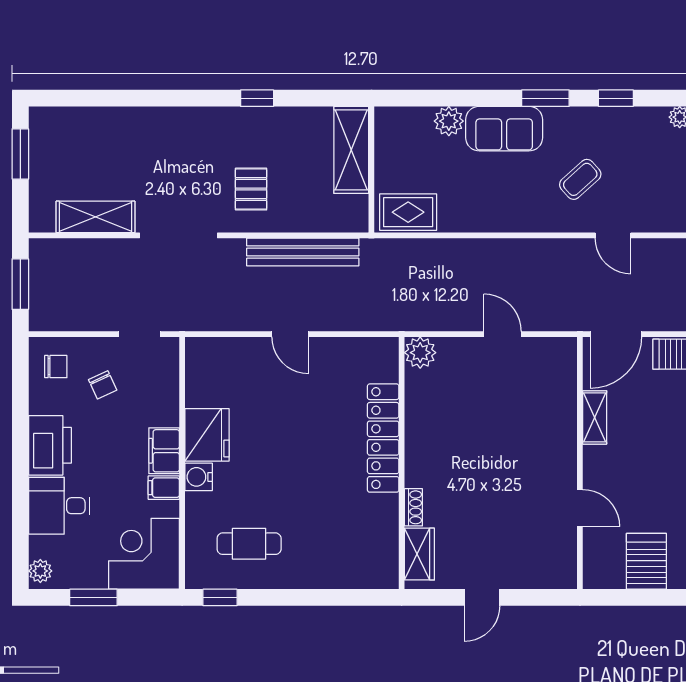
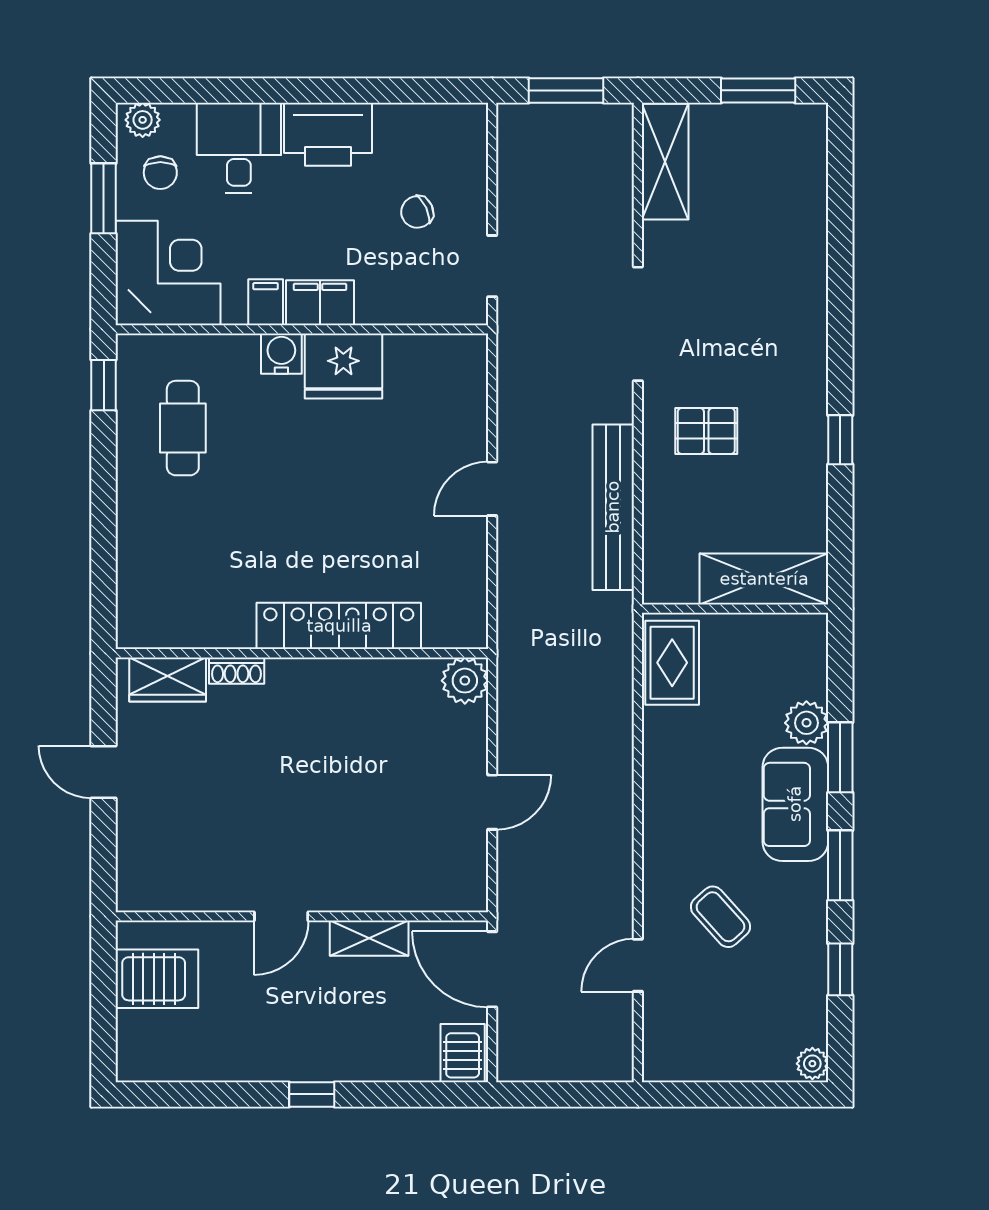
window: (472, 98) -> (840, 757), added
shelving: (95, 217) -> (665, 162), moved
chair: (56, 367) -> (160, 173), moved
door: (580, 508) -> (281, 916), moved
server rack: (646, 561) -> (157, 979), moved

